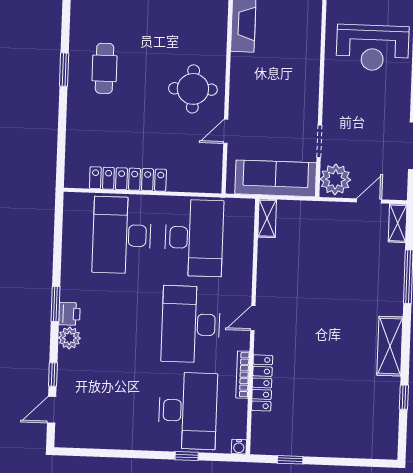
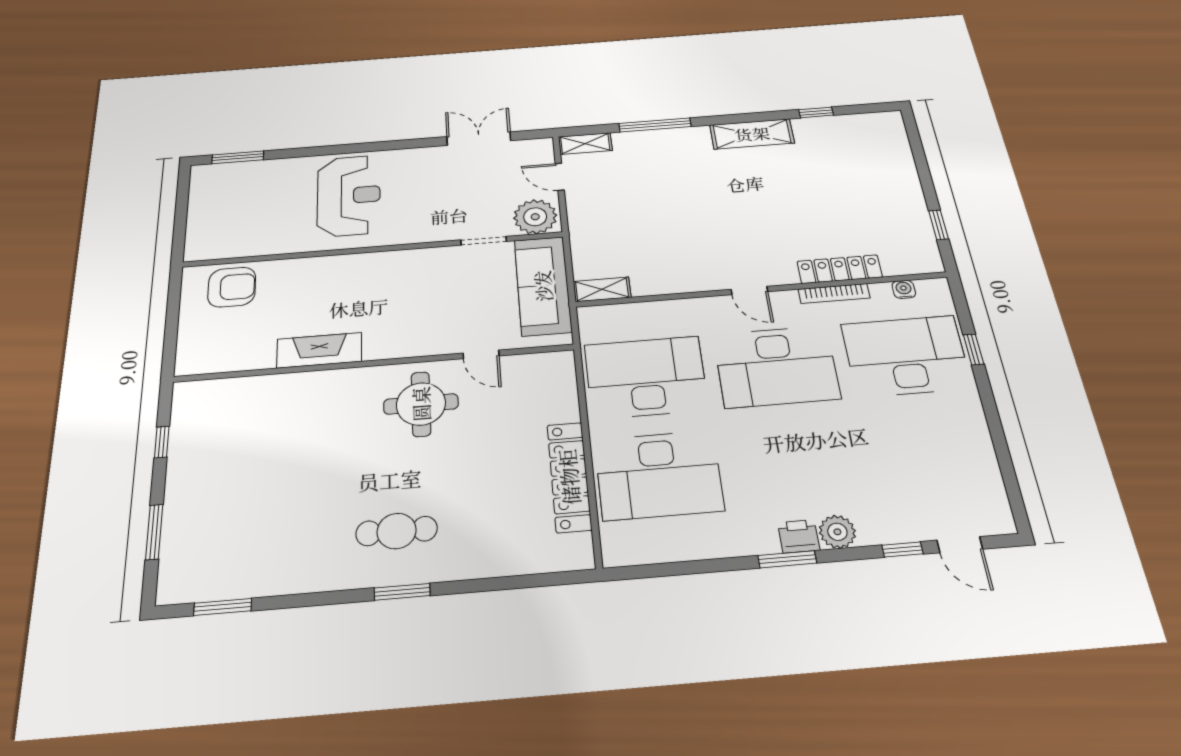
water cooler: (239, 447) -> (904, 289), moved, turned -90

